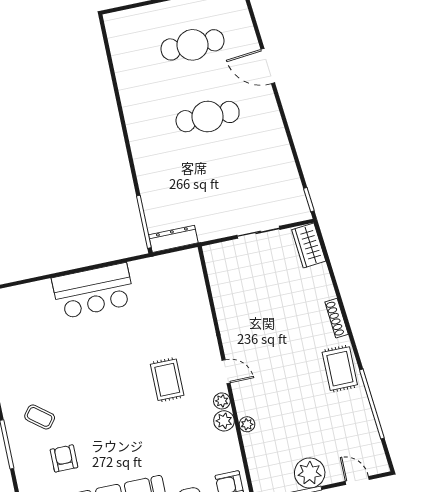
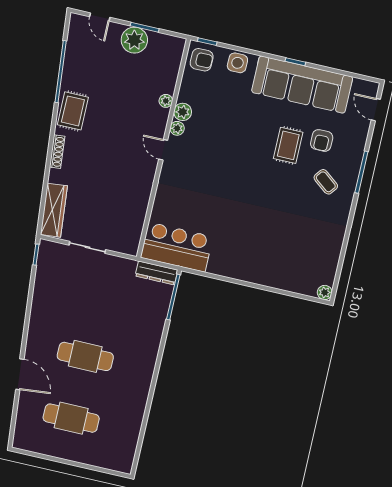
wardrobe: (309, 245) -> (54, 210), width x1.50
bar counter: (93, 291) -> (177, 247), moved
rug: (167, 380) -> (288, 145), moved

